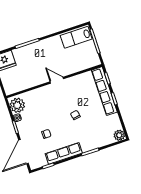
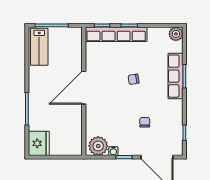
door: (57, 80) -> (84, 88), width x1.87
row of seats: (64, 153) -> (175, 76), moved

